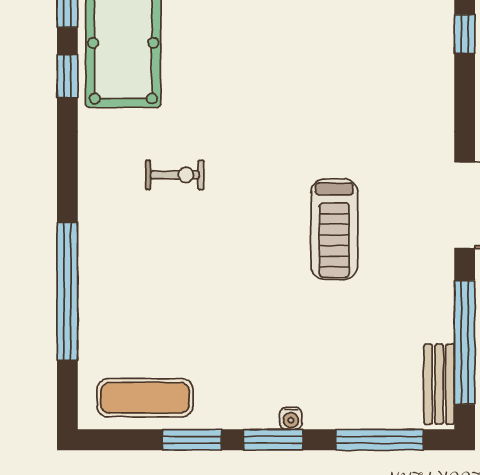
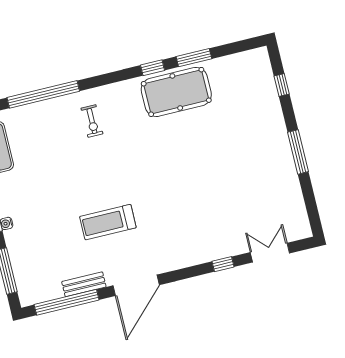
exercise bike: (175, 175) -> (92, 121), moved
bench: (439, 384) -> (84, 284), moved

